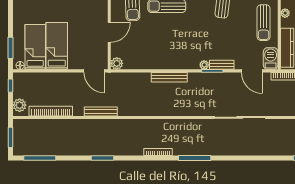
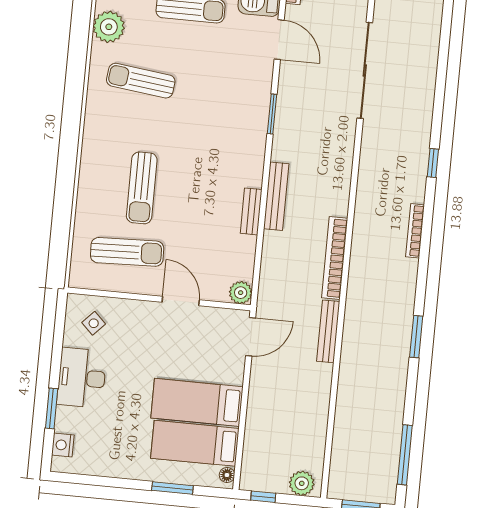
window: (11, 48) -> (172, 488), moved
plant: (204, 65) -> (259, 128), removed
bench: (222, 65) -> (251, 211), moved
door: (252, 71) -> (279, 40), hinge flipped
bookcase: (51, 111) -> (335, 258), moved
window: (195, 158) -> (433, 163), width x0.46

